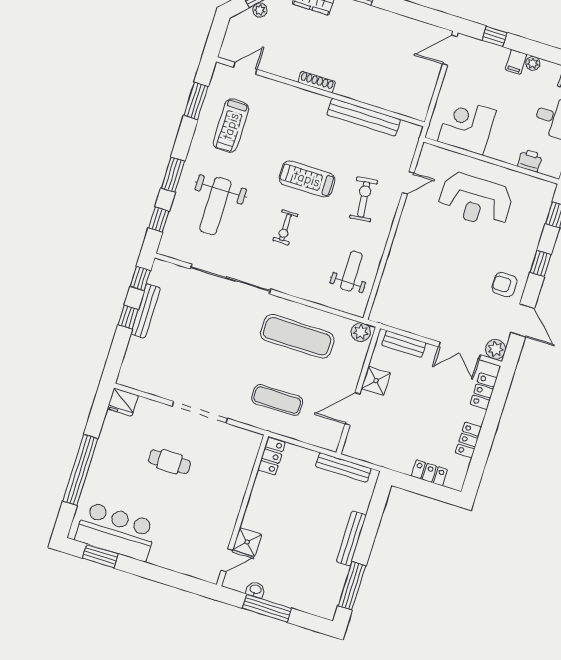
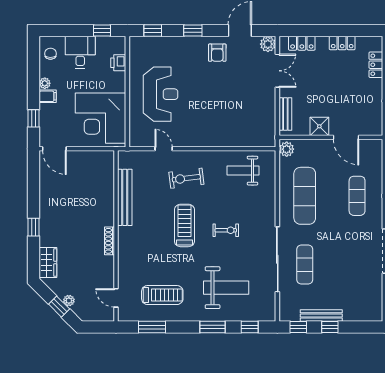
corner desk: (467, 126) -> (100, 118), width x1.36, depth x1.36
treadmill: (307, 179) -> (184, 225), turned 180
exercise mat: (214, 310) -> (305, 265), added

